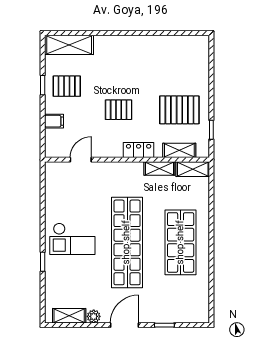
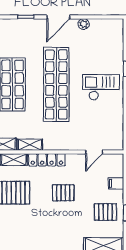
locker: (139, 150) -> (47, 160), width x1.53
shelving: (69, 316) -> (104, 25), removed

